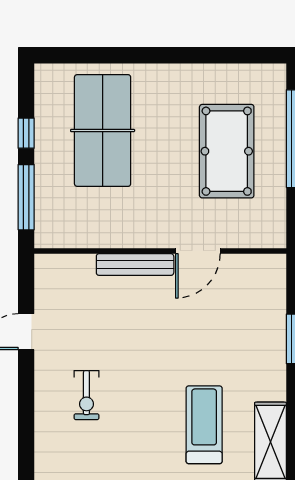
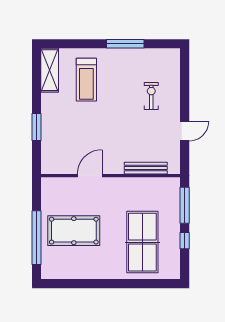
pool table: (227, 151) -> (74, 231), turned 90
bench: (135, 265) -> (146, 168), moved

